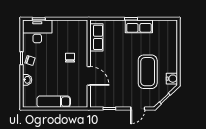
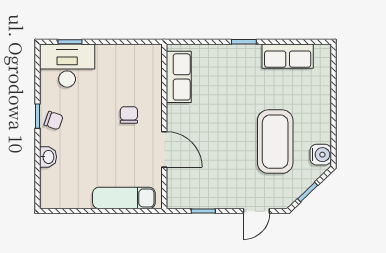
row of seats: (139, 26) -> (288, 56), moved
exam couch: (54, 102) -> (124, 198), moved

